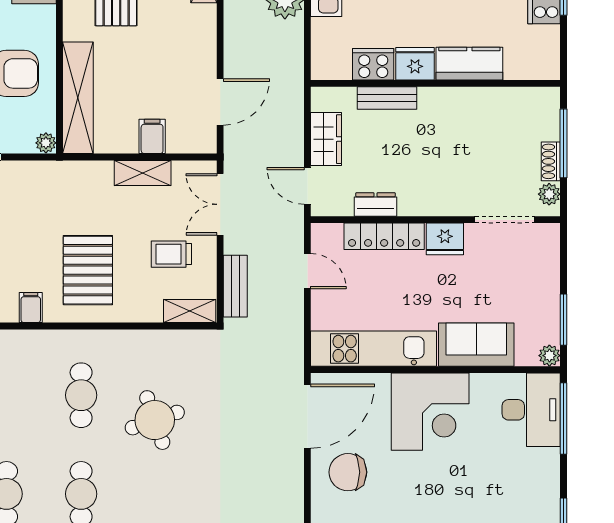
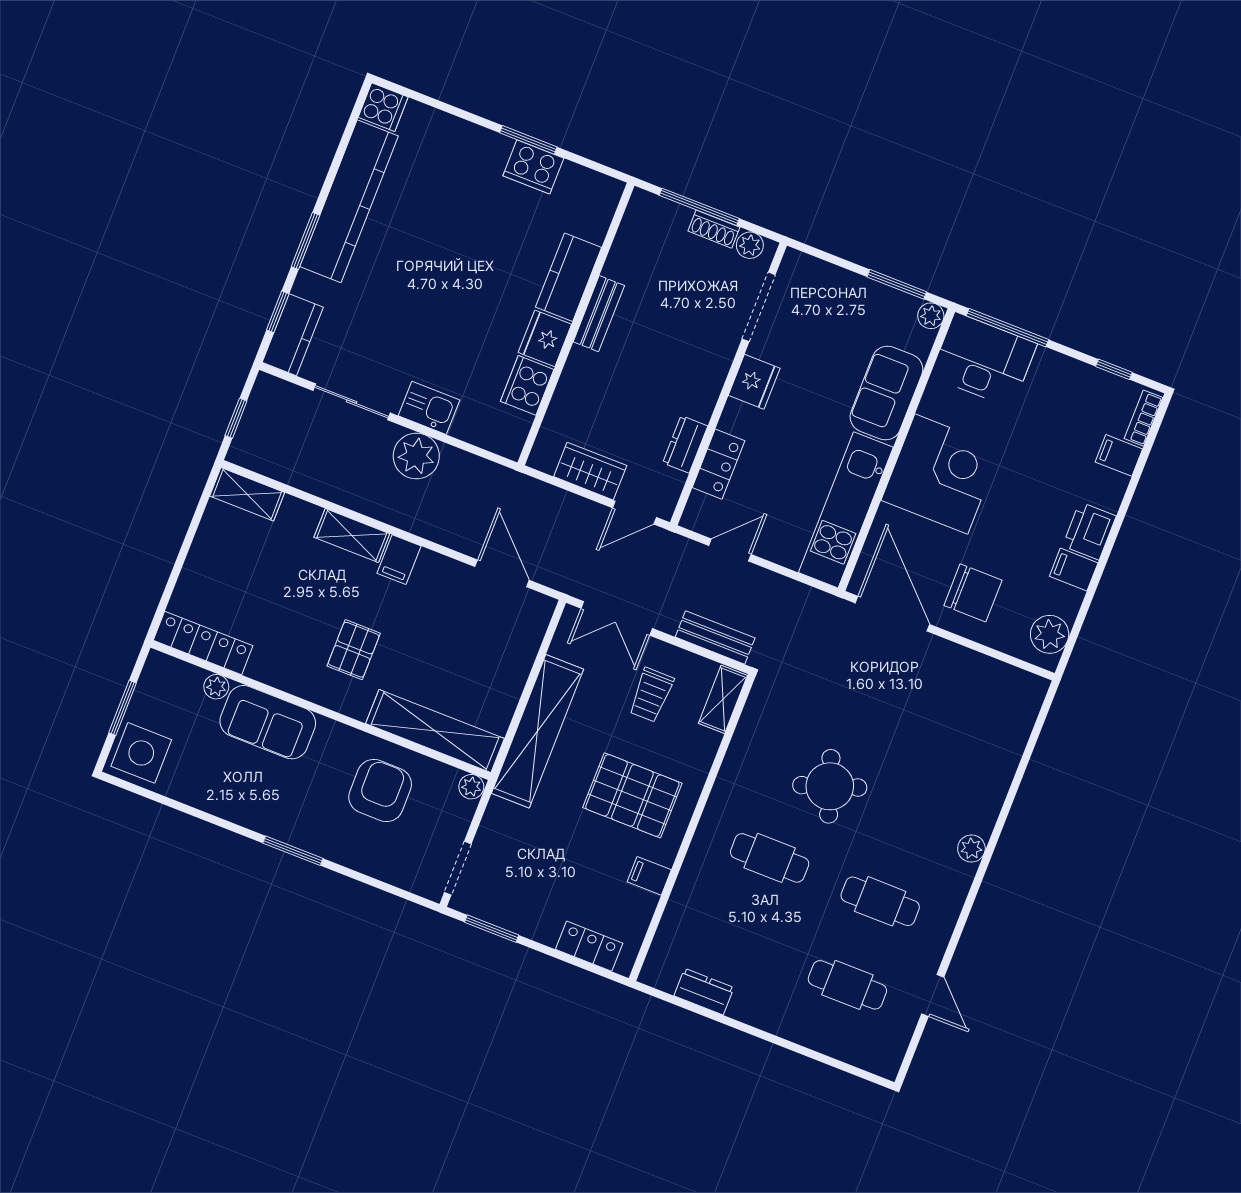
bench: (387, 98) -> (599, 314), moved
filing cabinet: (152, 136) -> (399, 560), moved, turned -90
shelving: (143, 173) -> (537, 731), width x2.20, depth x1.33
locker: (384, 236) -> (718, 464), width x0.66
chair: (348, 472) -> (973, 593), turned -90

